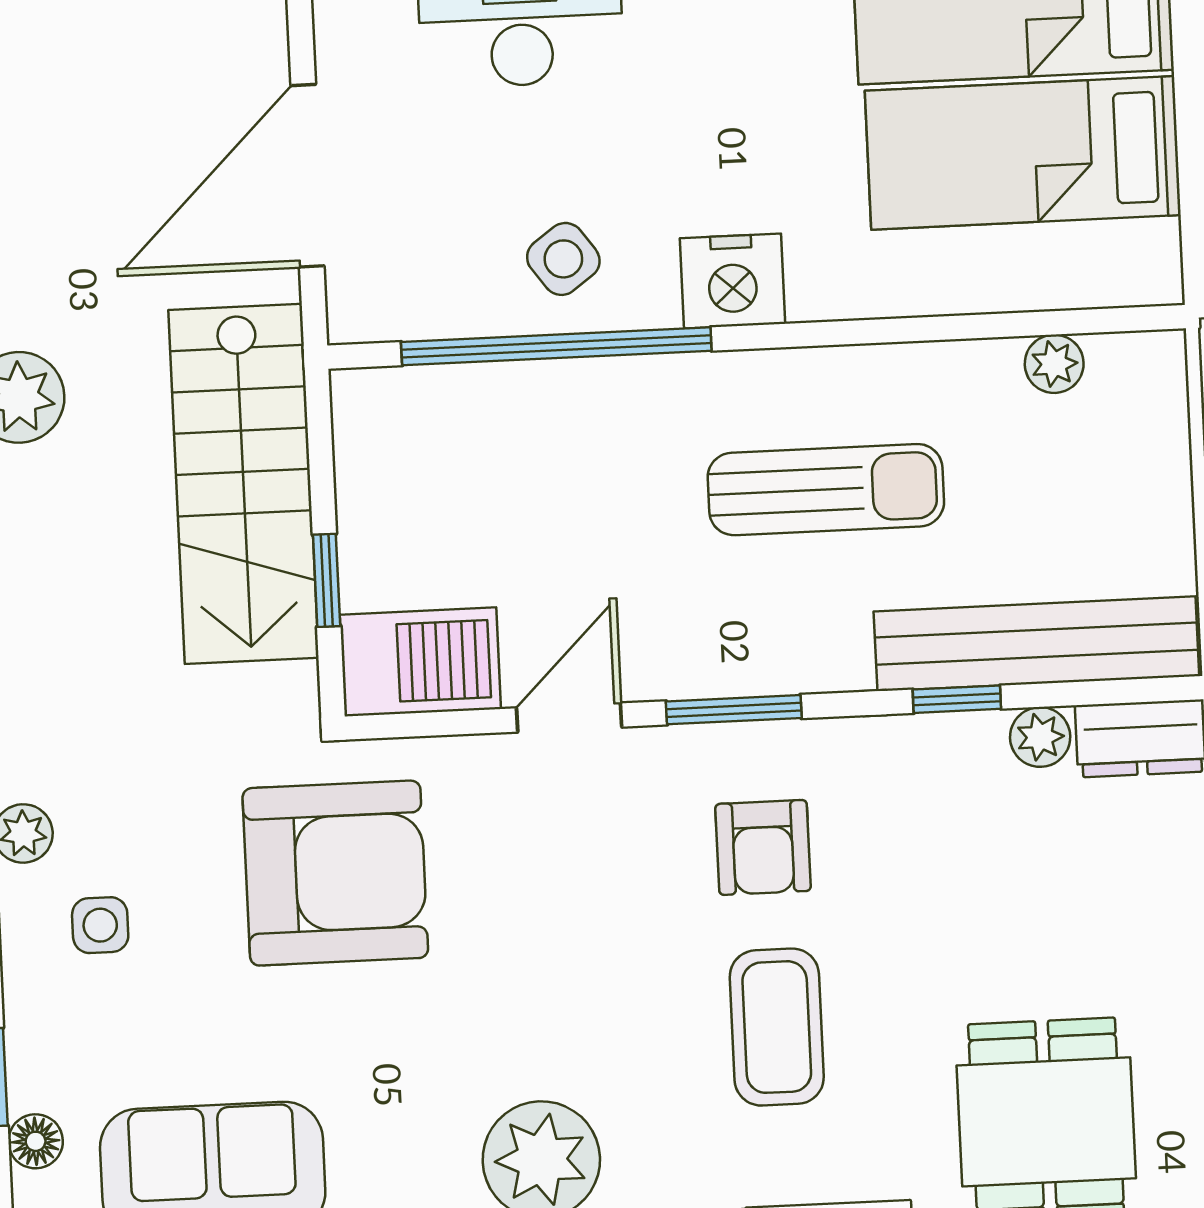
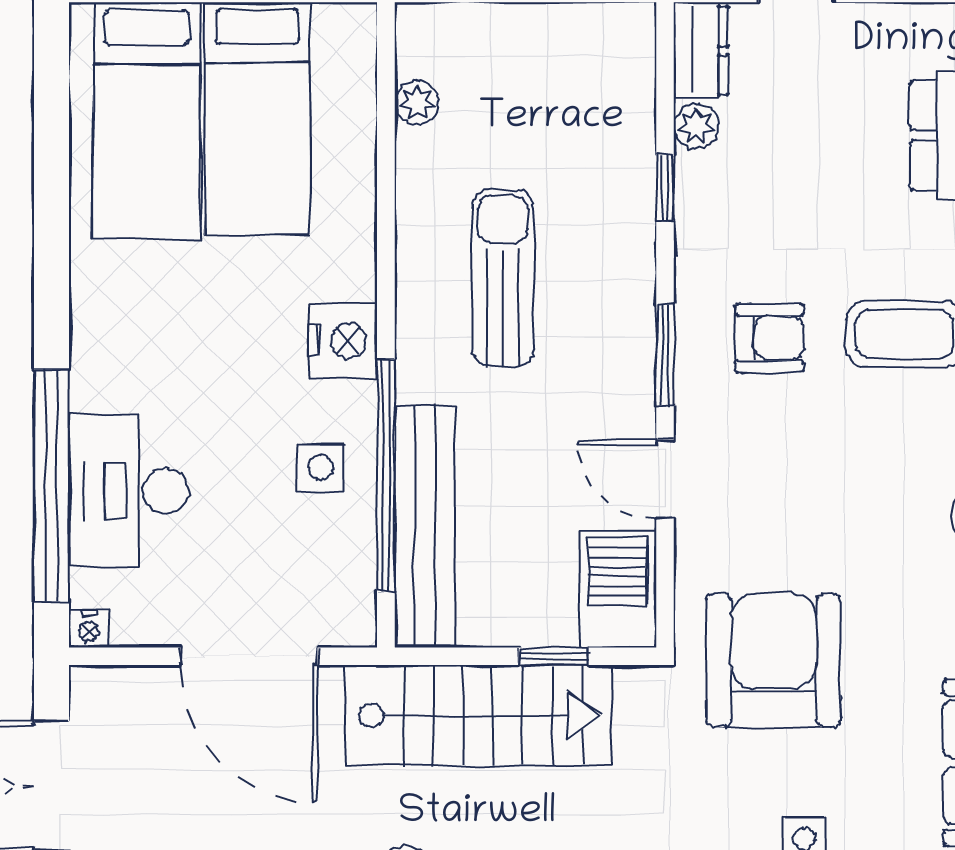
side table: (563, 259) -> (321, 467), turned 36
bench: (1036, 644) -> (425, 527), moved

